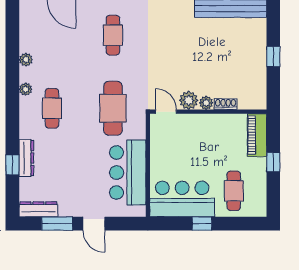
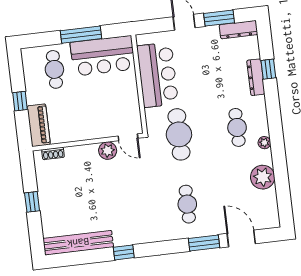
plant: (26, 60) -> (263, 177), width x1.88, depth x1.88
plant: (206, 103) -> (91, 150), removed
shoe rack: (226, 104) -> (53, 153), moved
window: (202, 224) -> (81, 35), width x2.17

